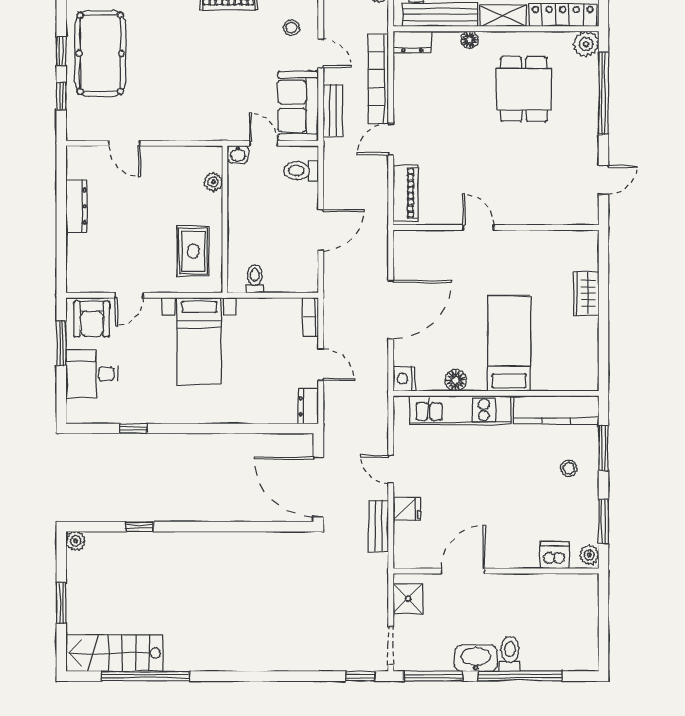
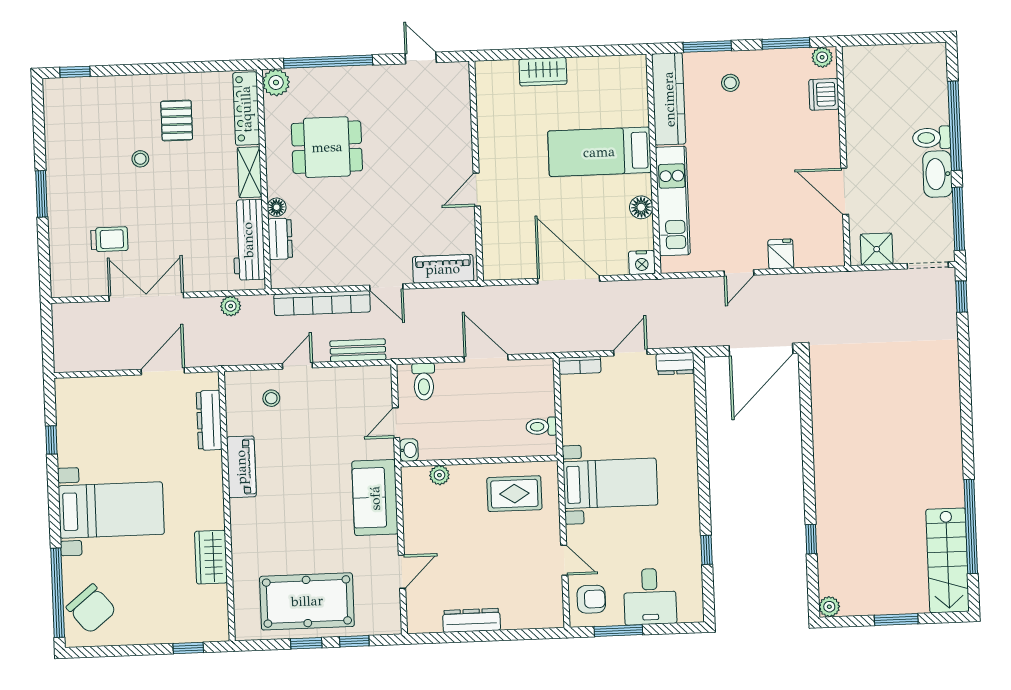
dresser: (412, 42) -> (280, 239), moved
sofa: (298, 106) -> (375, 498), moved, turned 90
armchair: (92, 319) -> (591, 599), width x0.72, depth x0.72
bench: (379, 526) -> (800, 284), removed

